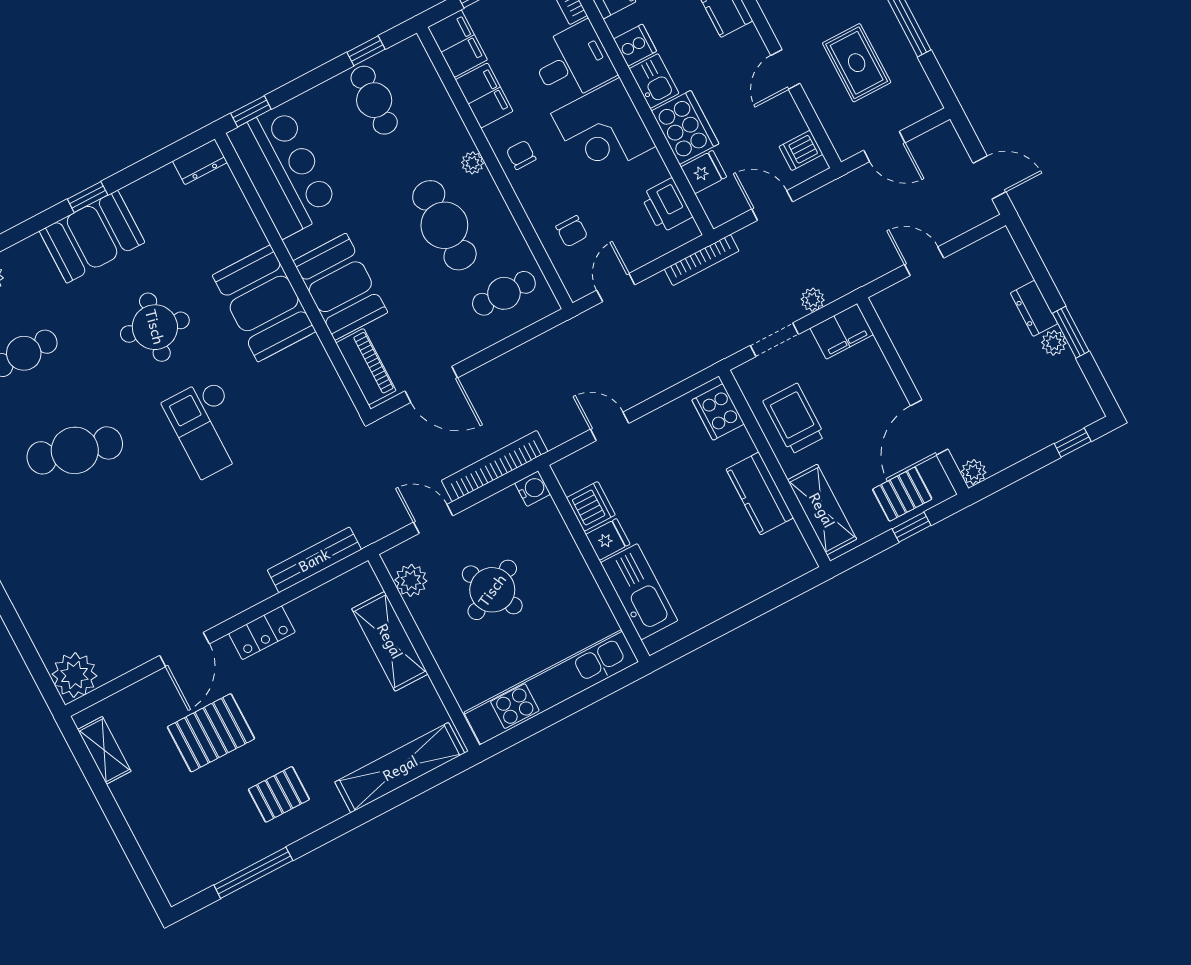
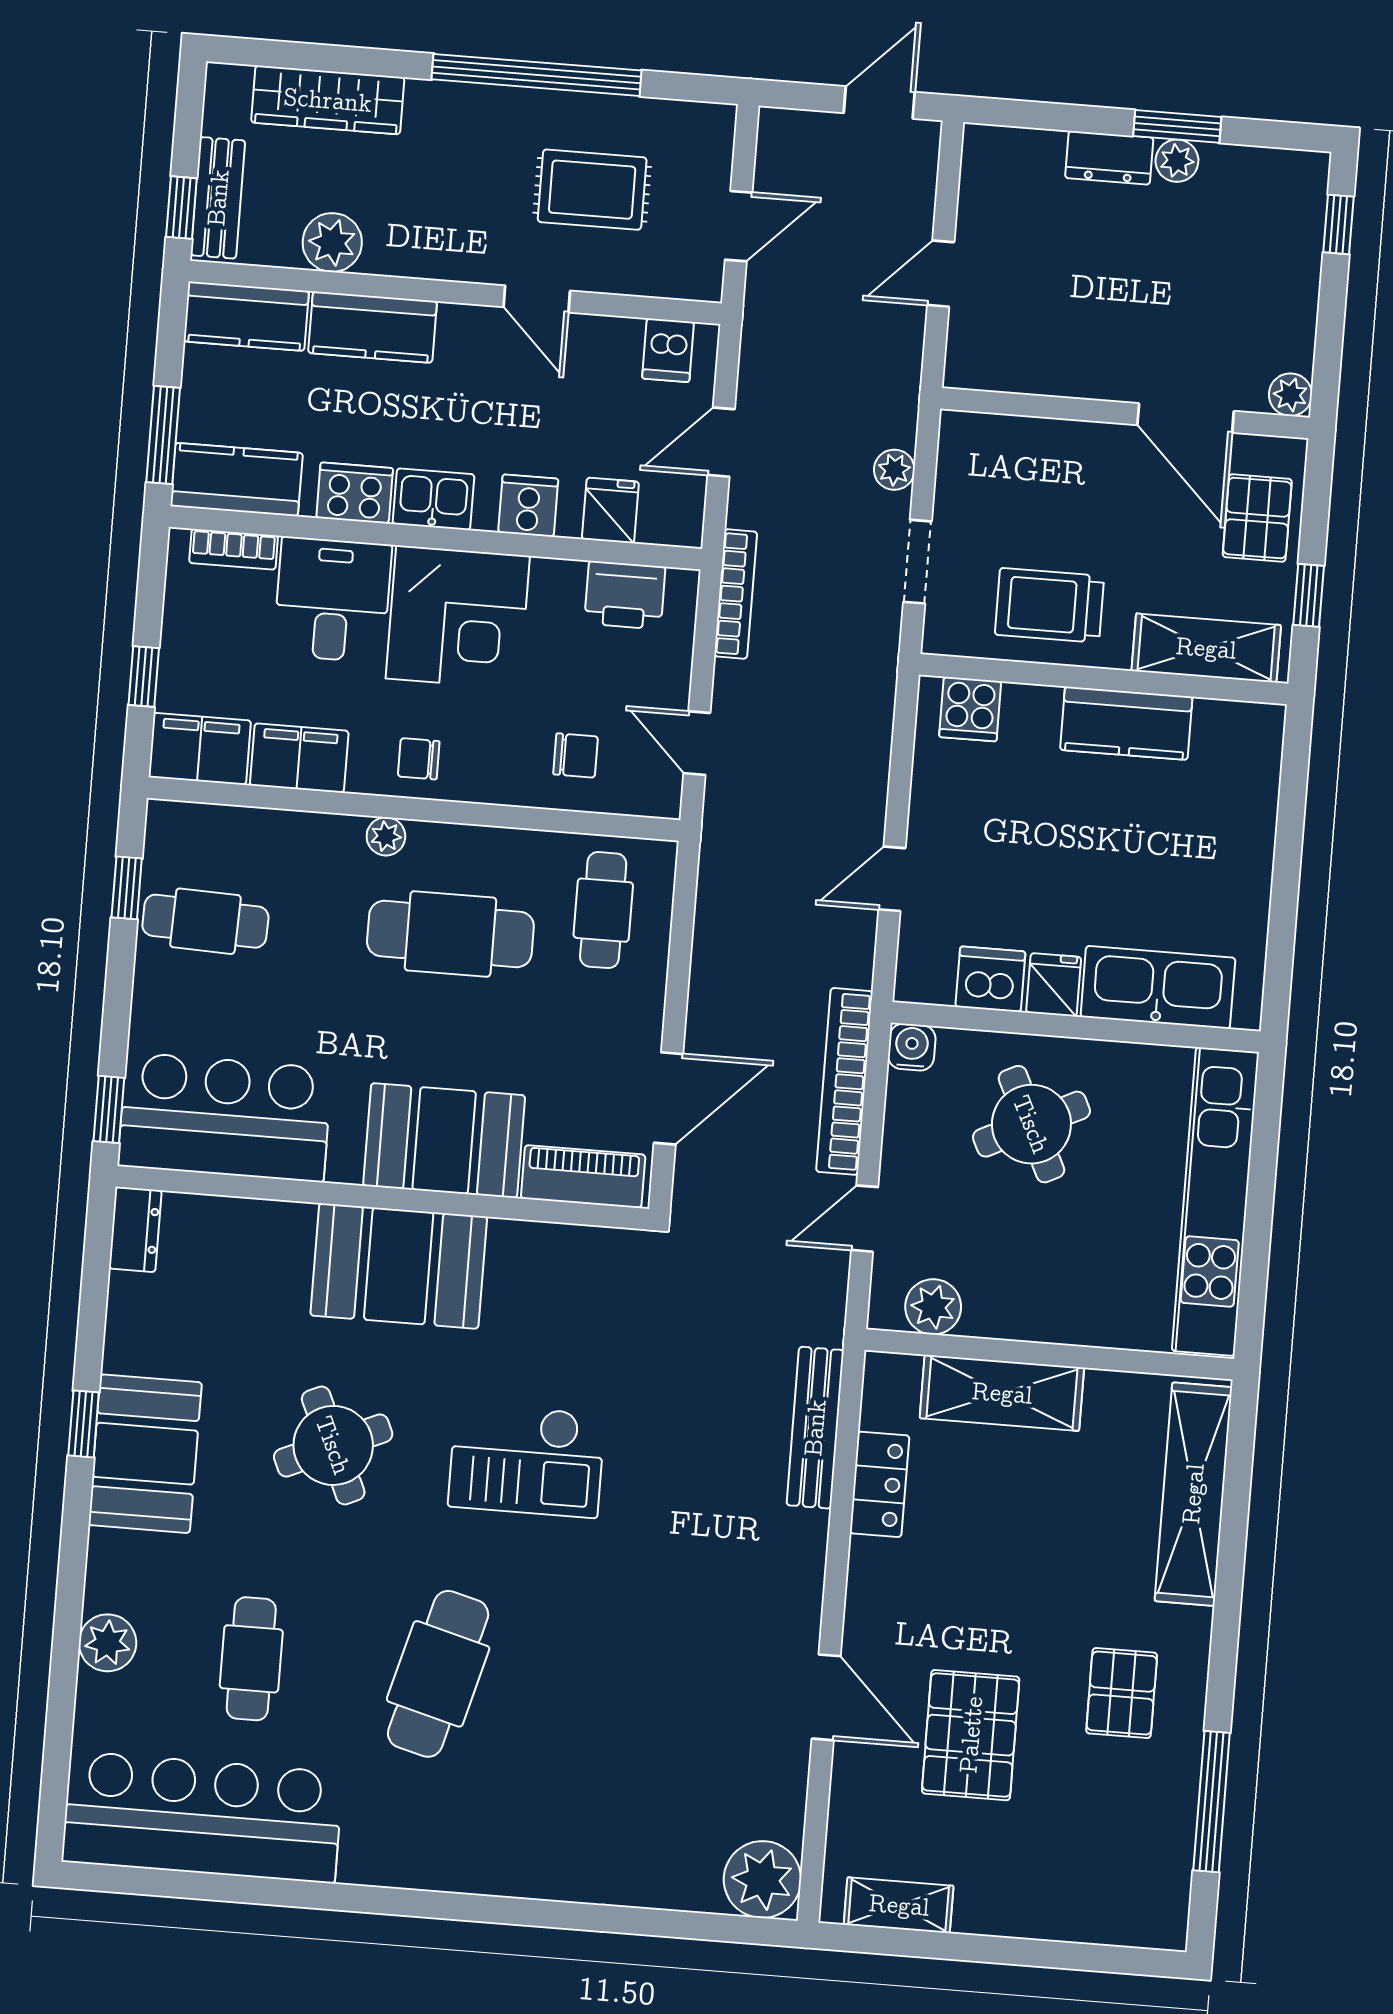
cooker: (635, 45) -> (355, 493), width x1.36
cooker: (685, 127) -> (528, 506), width x0.53, depth x0.76
round table: (155, 327) -> (333, 1445), turned -37
filing cabinet: (842, 331) -> (967, 457), removed
cooker: (718, 412) -> (970, 709), width x0.73
window: (911, 527) -> (1309, 595), moved
round table: (492, 590) -> (1031, 1124), moved
locker: (262, 633) -> (879, 1484), moved

